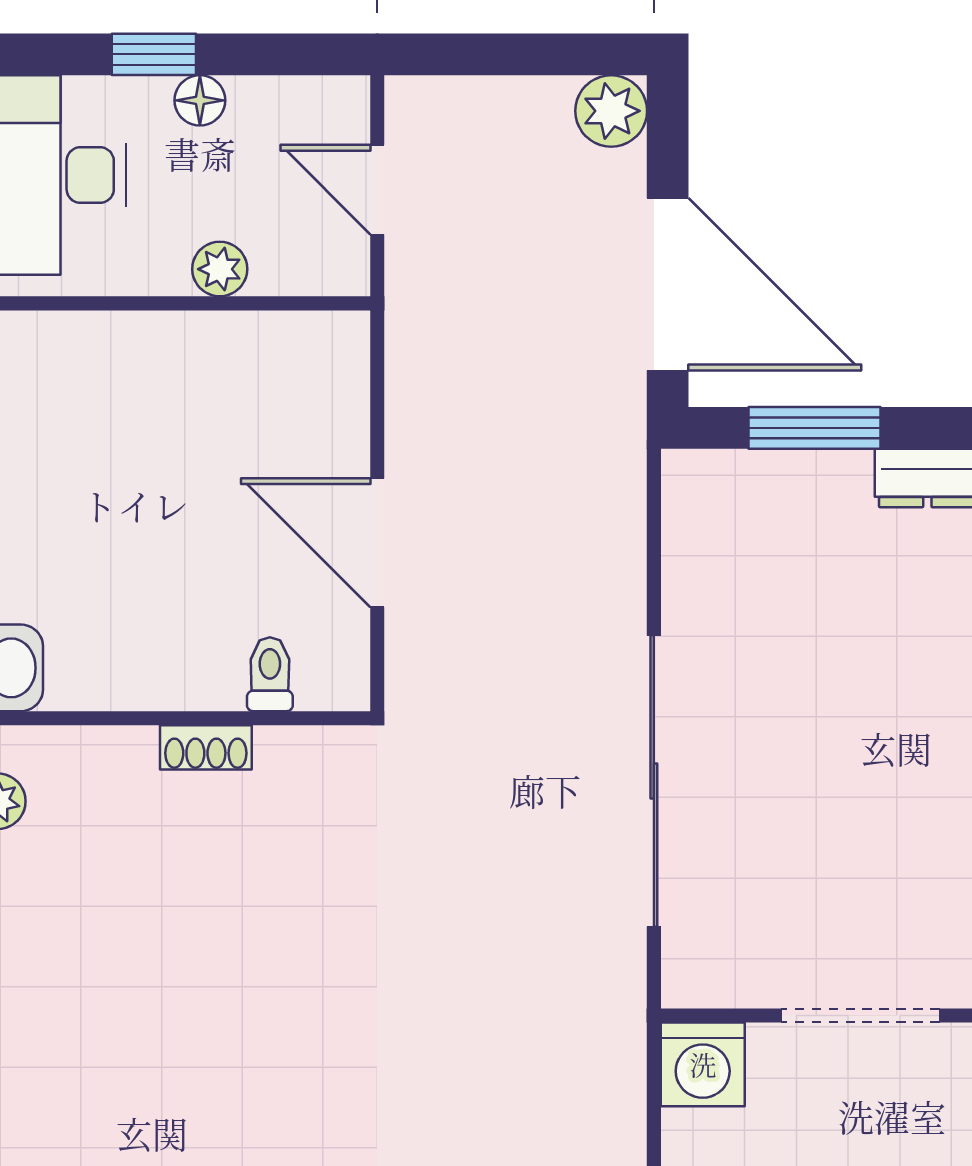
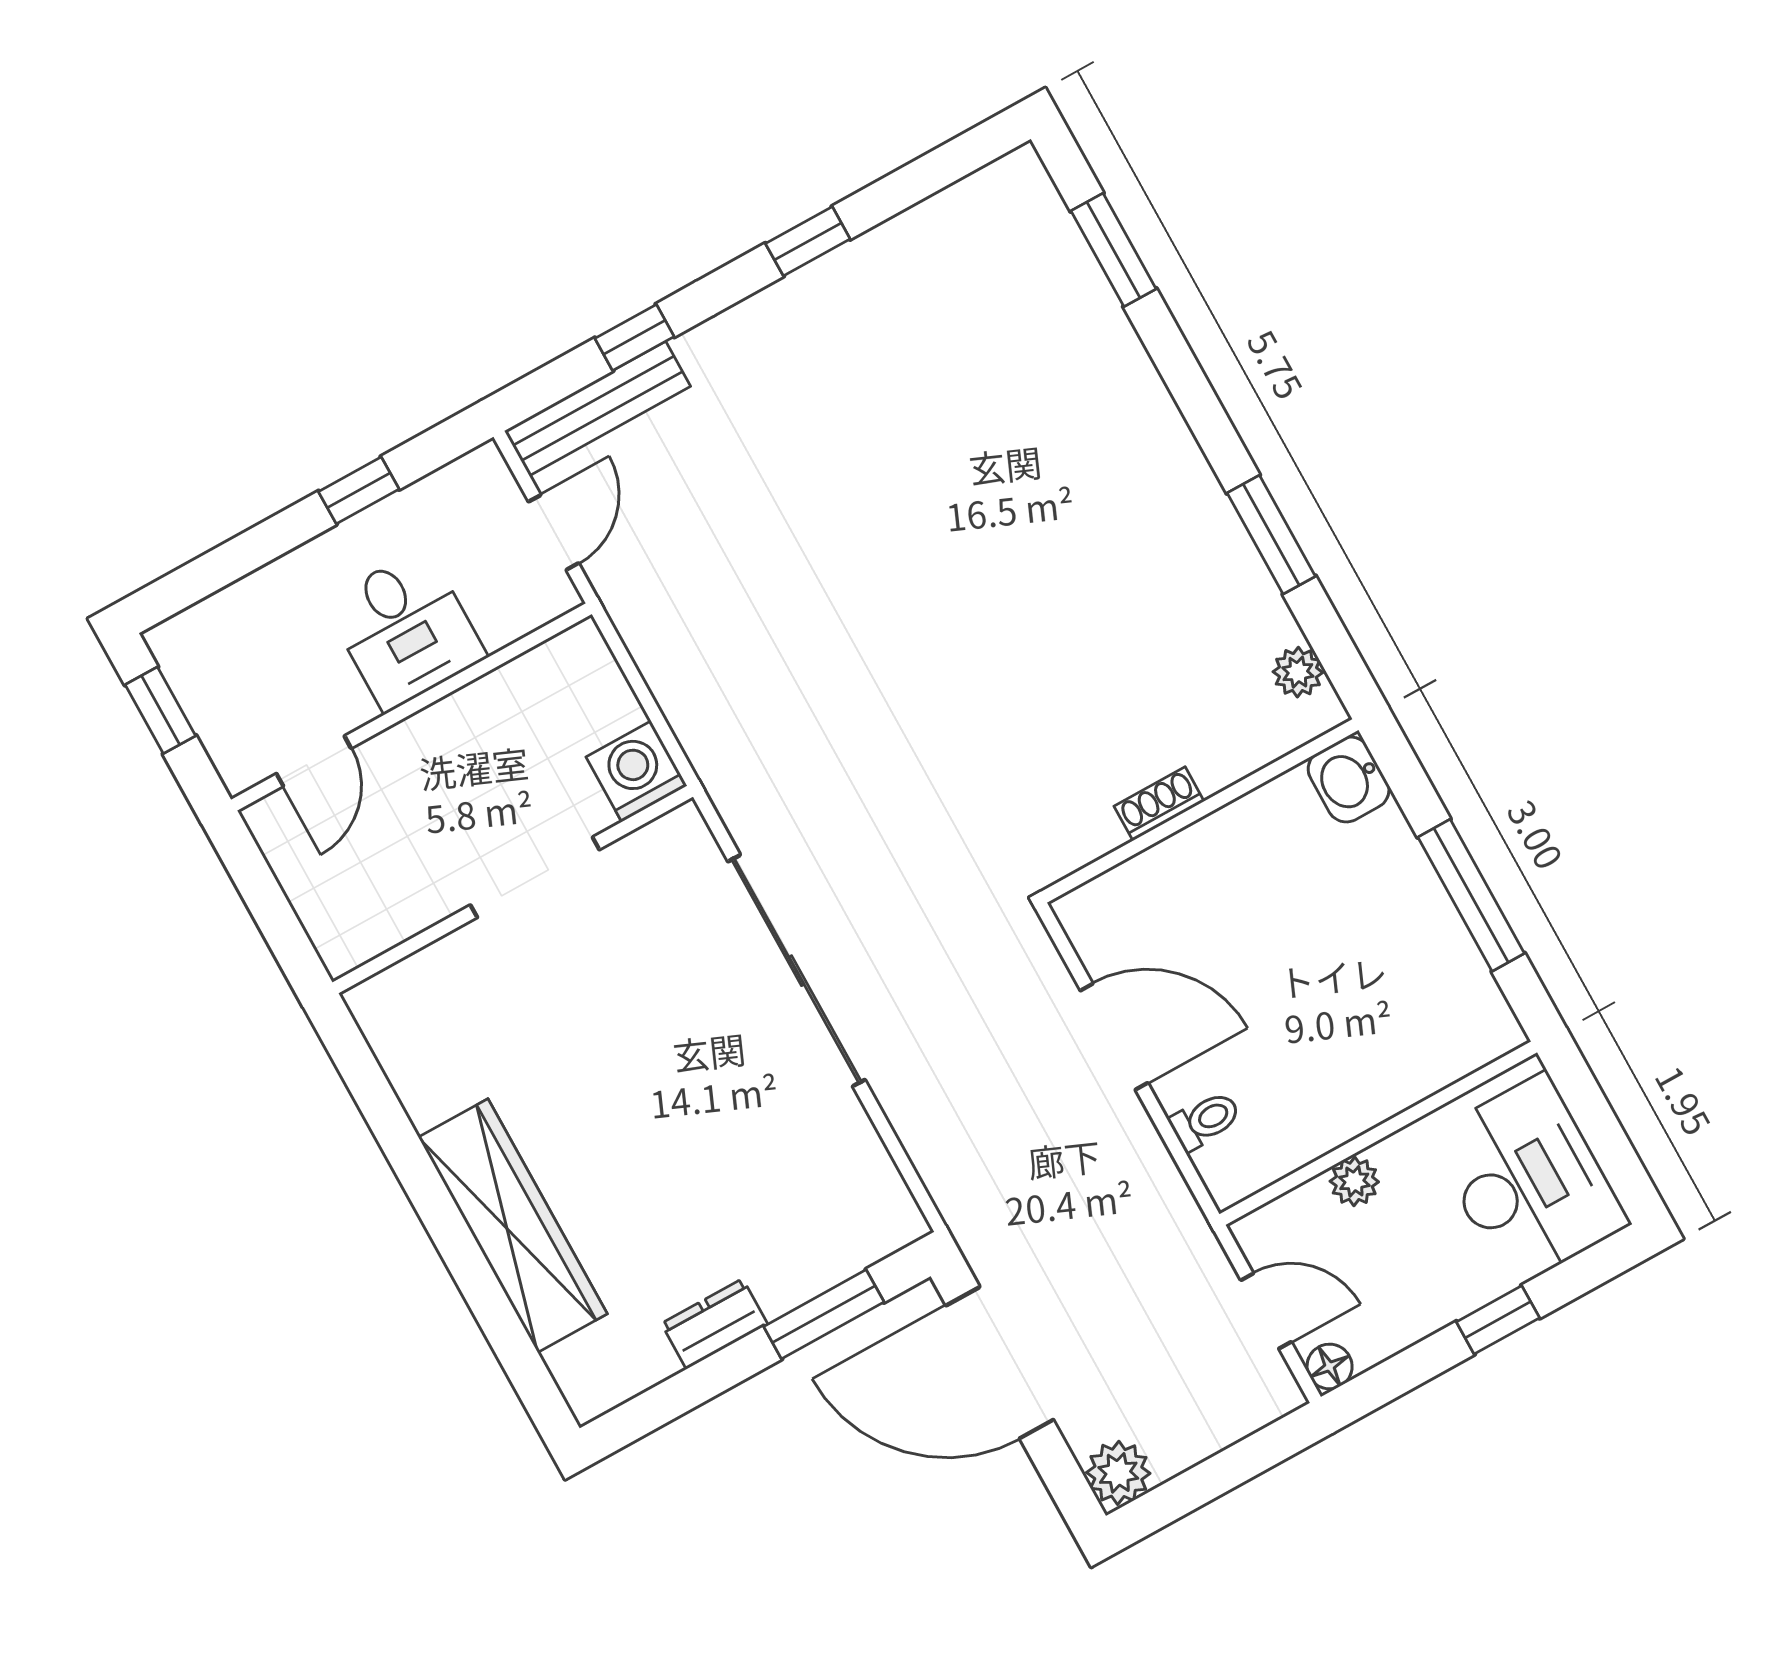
floor lamp: (200, 100) -> (1330, 1366), moved
toilet: (270, 674) -> (1205, 1120), moved, turned -90

